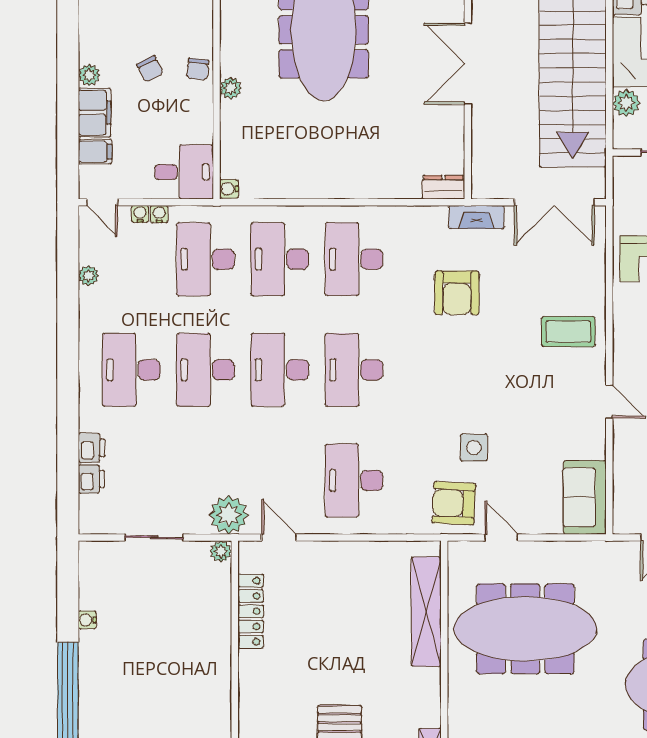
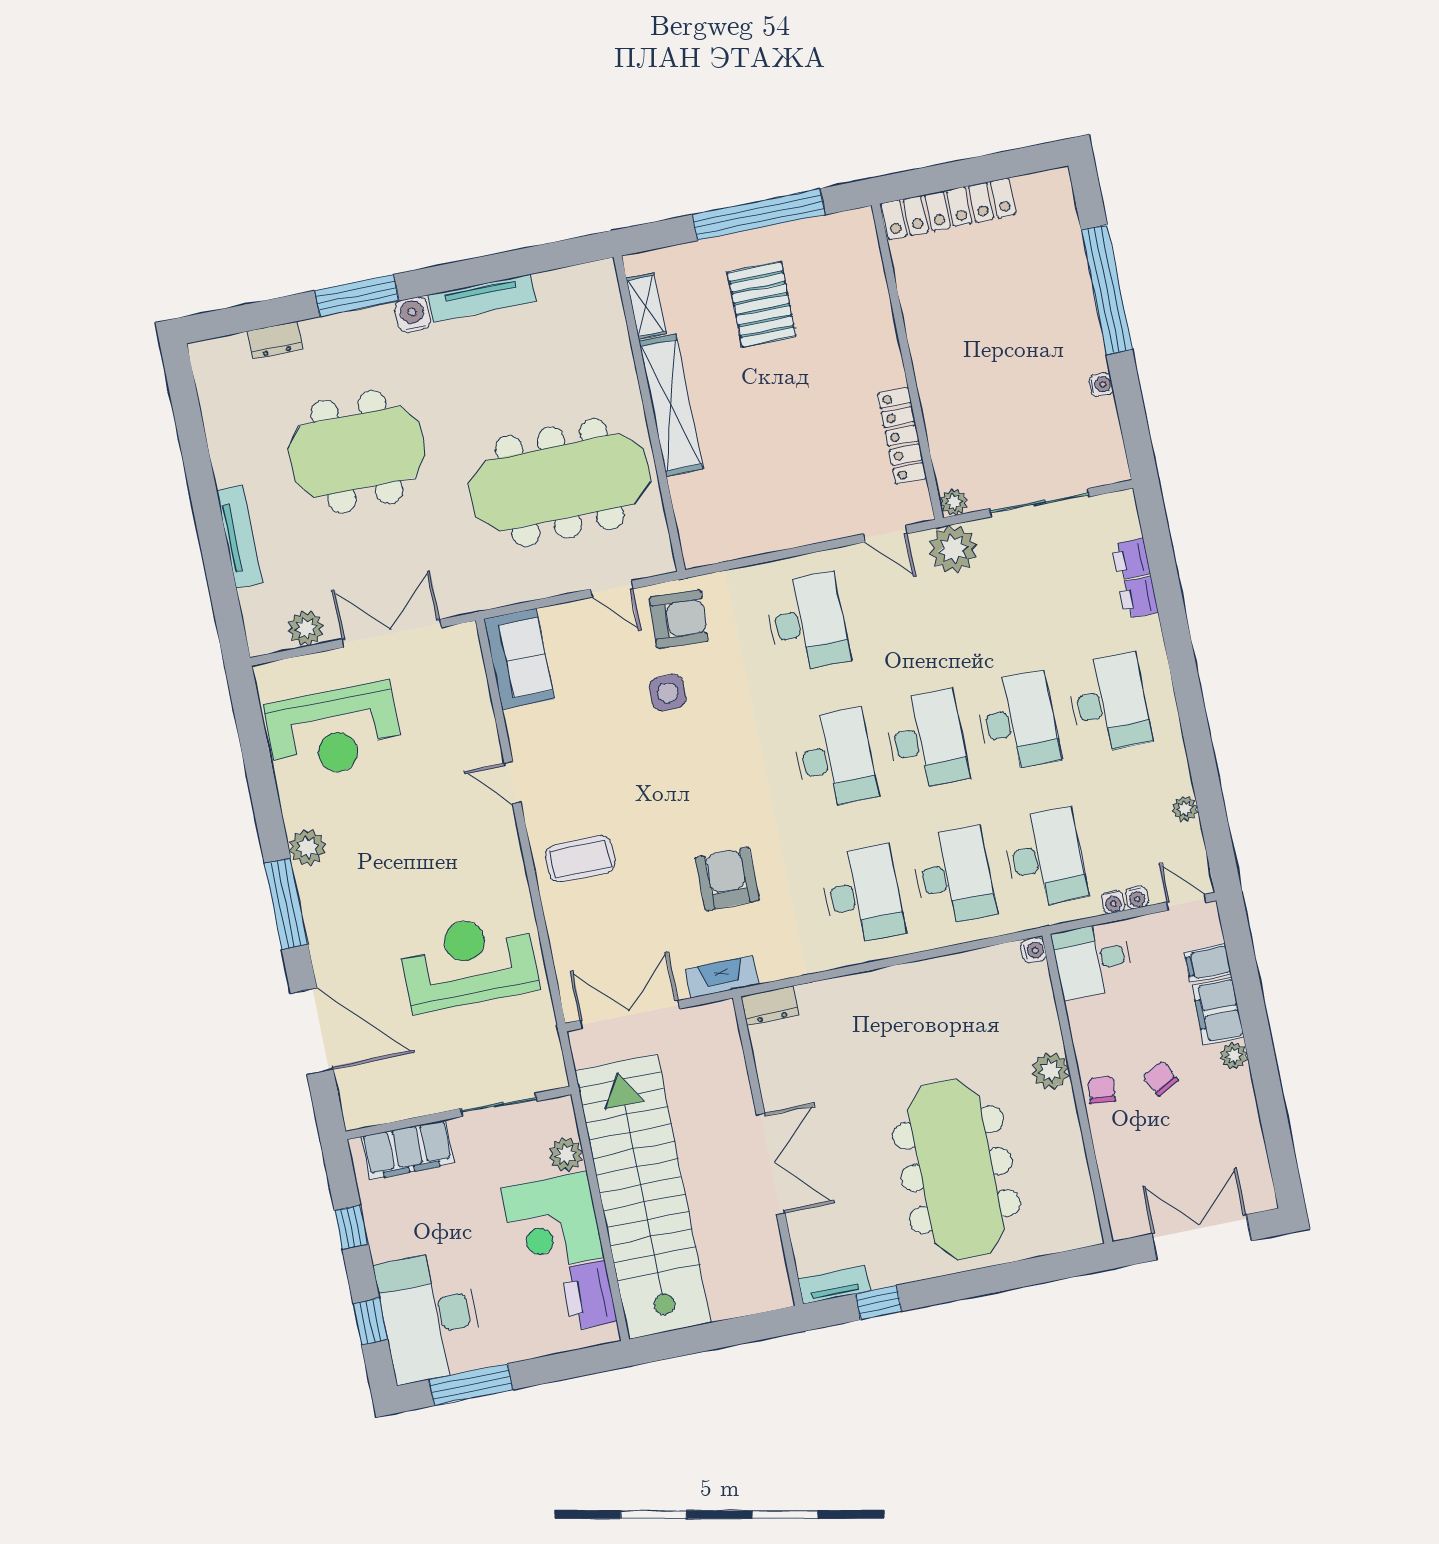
plant: (231, 88) -> (1050, 1071), width x1.38, depth x1.38
sliding door: (154, 537) -> (1039, 503), width x1.37
shelving: (426, 612) -> (671, 405), moved

